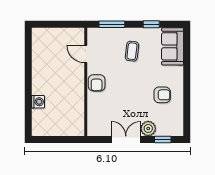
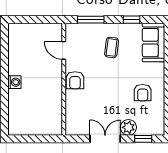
armchair: (162, 95) -> (143, 93), turned 90
washing machine: (38, 102) -> (14, 82), moved

